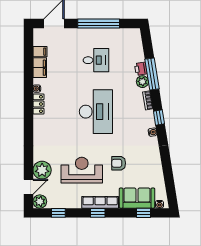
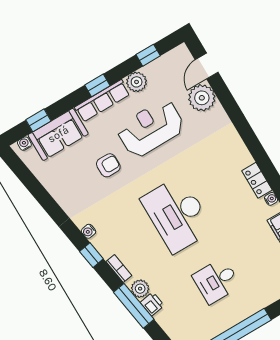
reception desk: (82, 170) -> (151, 128), turned 180
plant: (40, 201) -> (137, 82), moved

